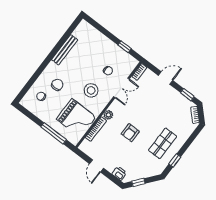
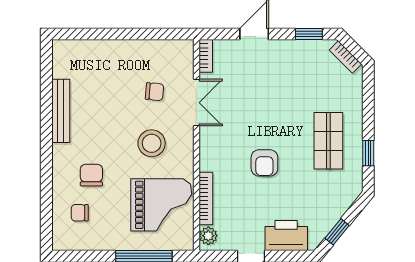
window: (125, 47) -> (152, 34), removed
plant: (108, 115) -> (208, 236), moved
printer: (119, 173) -> (286, 236), width x1.87, depth x1.48

